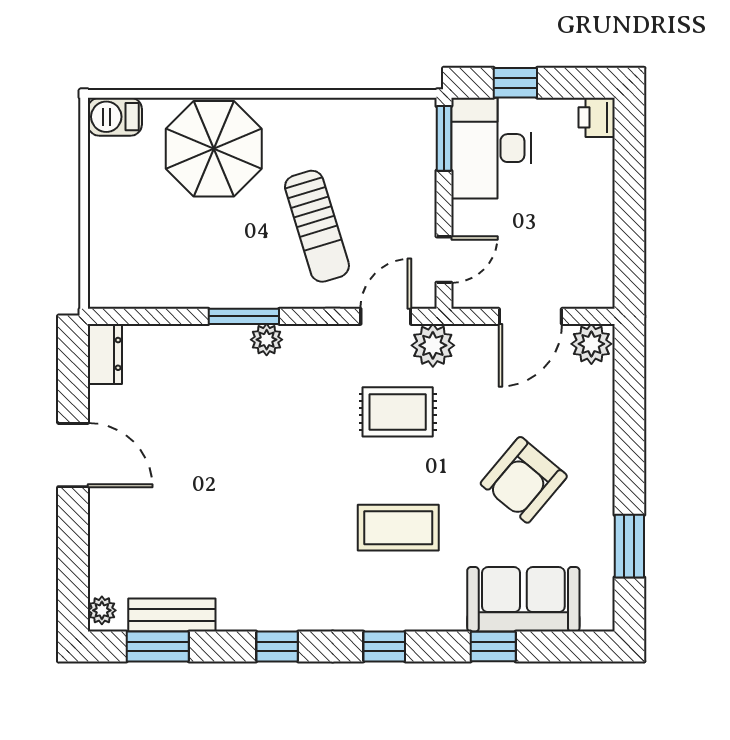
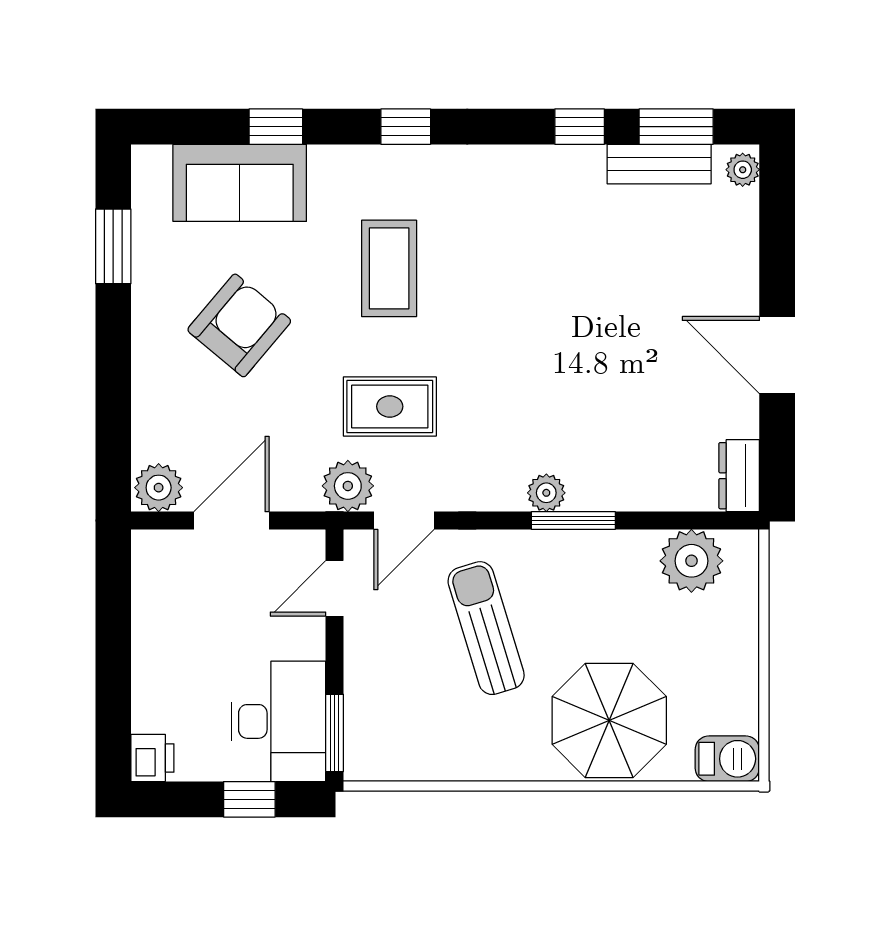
plant: (145, 283) -> (691, 561), added
coffee table: (398, 528) -> (389, 268), turned 90
window: (277, 646) -> (580, 127), moved

